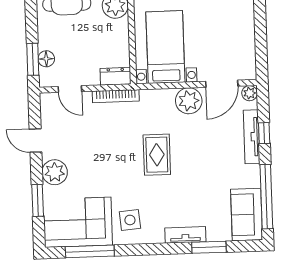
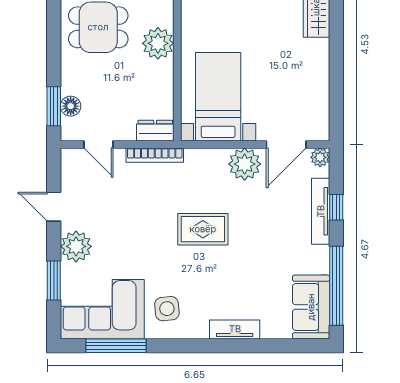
rug: (157, 155) -> (203, 229), turned 90
window: (209, 247) -> (263, 346), removed

